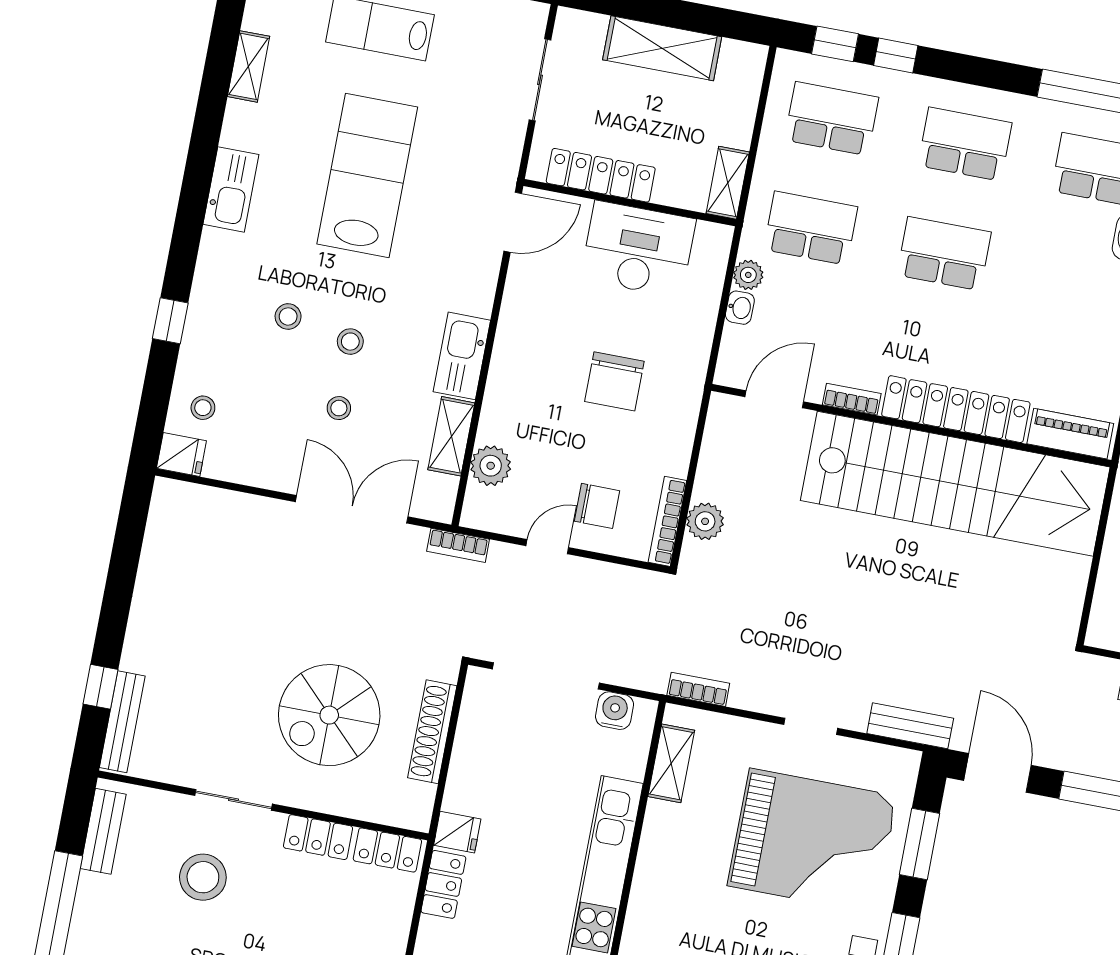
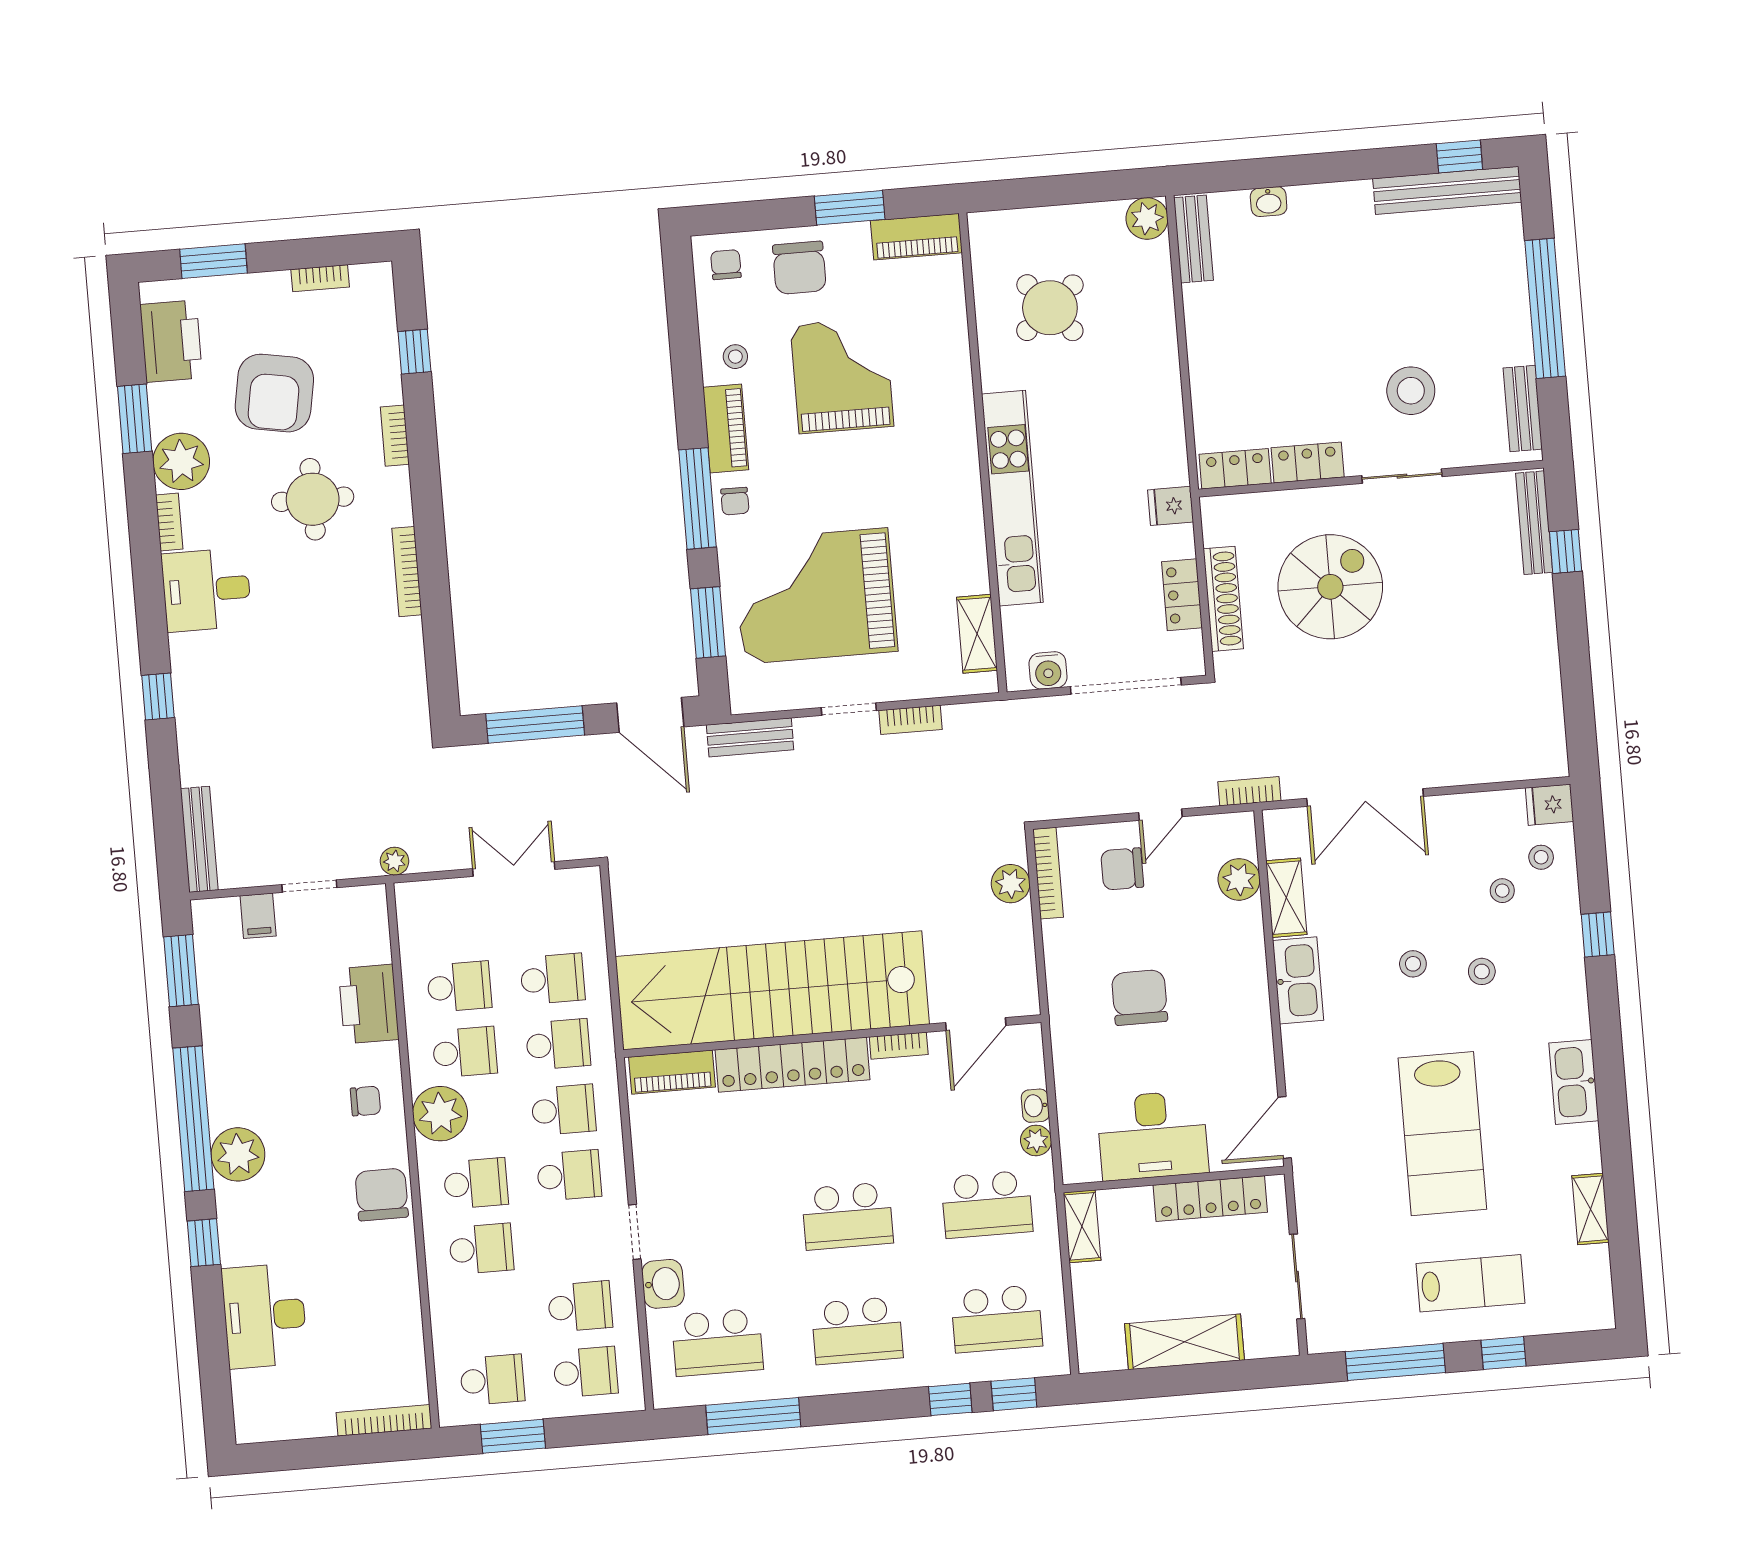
stool: (339, 408) -> (1502, 891), moved
bookcase: (698, 689) -> (910, 720), moved
locker: (443, 884) -> (1182, 595), moved

